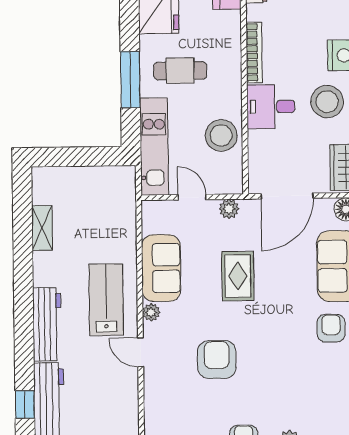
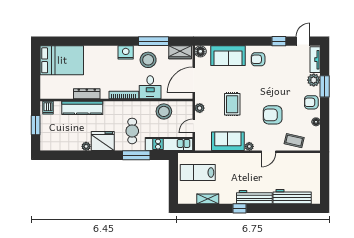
door: (287, 196) -> (194, 80), swing flipped
rug: (238, 276) -> (232, 104), turned 90
lab bench: (106, 300) -> (198, 173), moved
window: (25, 404) -> (239, 208), moved
coffee table: (164, 405) -> (294, 141), added

